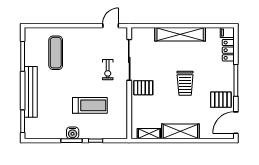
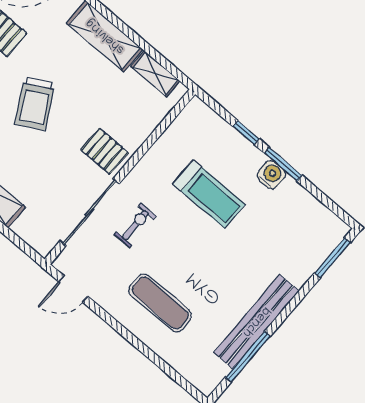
exercise mat: (56, 53) -> (160, 303), moved, turned 90
trolley: (185, 83) -> (35, 104), turned 151
bench: (31, 92) -> (256, 322), moved
treadmill: (90, 105) -> (209, 194), turned 180

